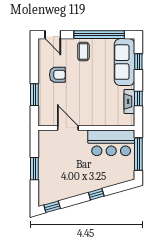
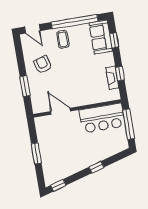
sofa: (124, 62) -> (101, 37), width x0.73
armchair: (57, 75) -> (43, 65), turned -105

